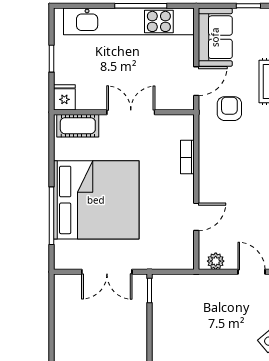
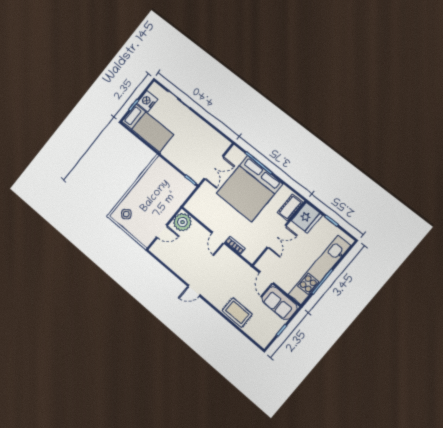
fridge: (64, 97) -> (307, 218), width x1.88, depth x1.34
armchair: (229, 109) -> (242, 282), removed
door: (196, 217) -> (218, 238), moved
plant: (216, 261) -> (182, 222), width x1.87, depth x1.87
double door: (107, 272) -> (214, 168), swing flipped

